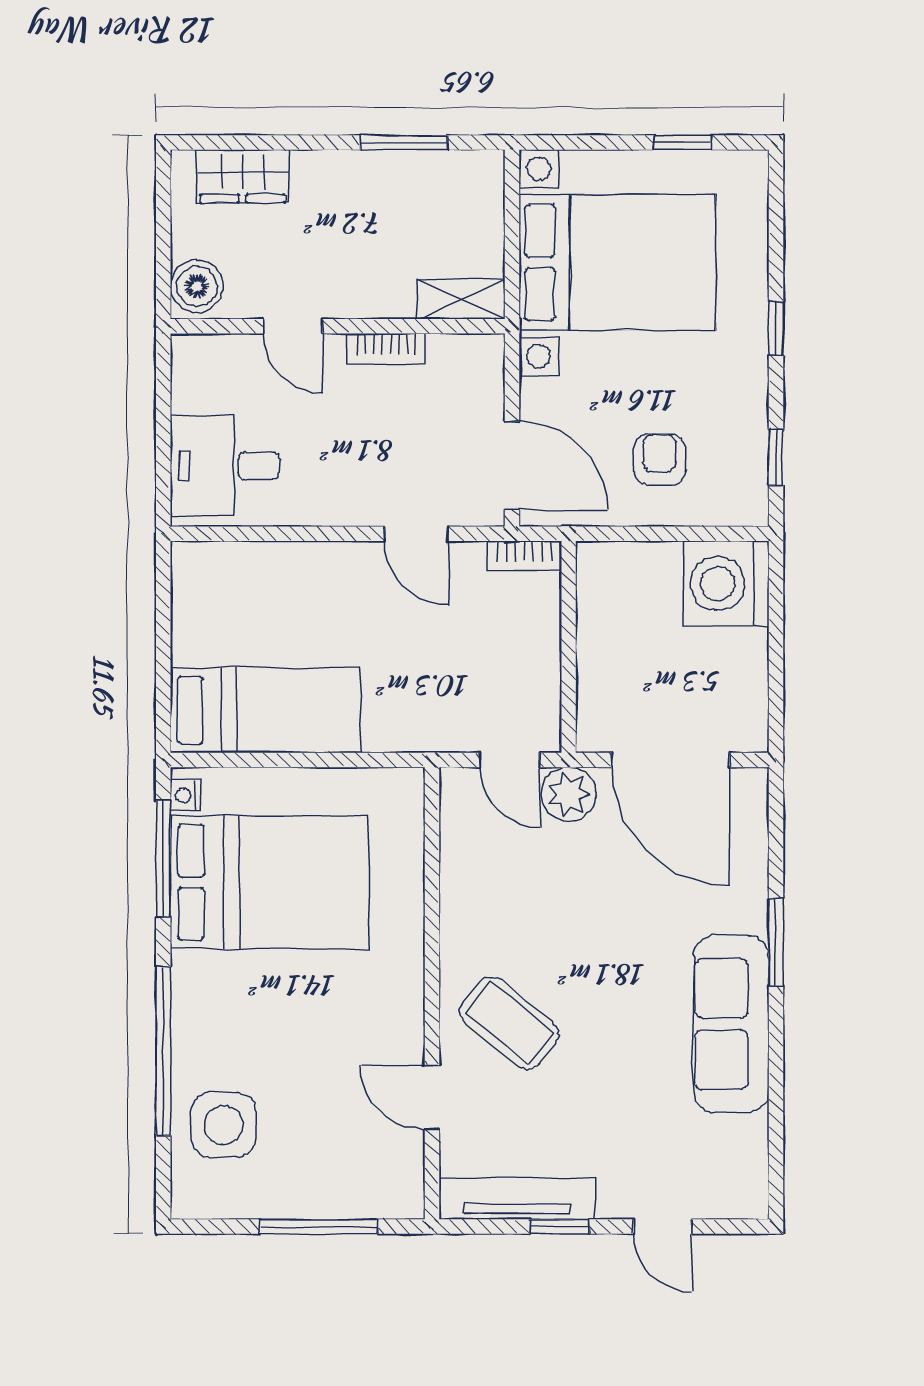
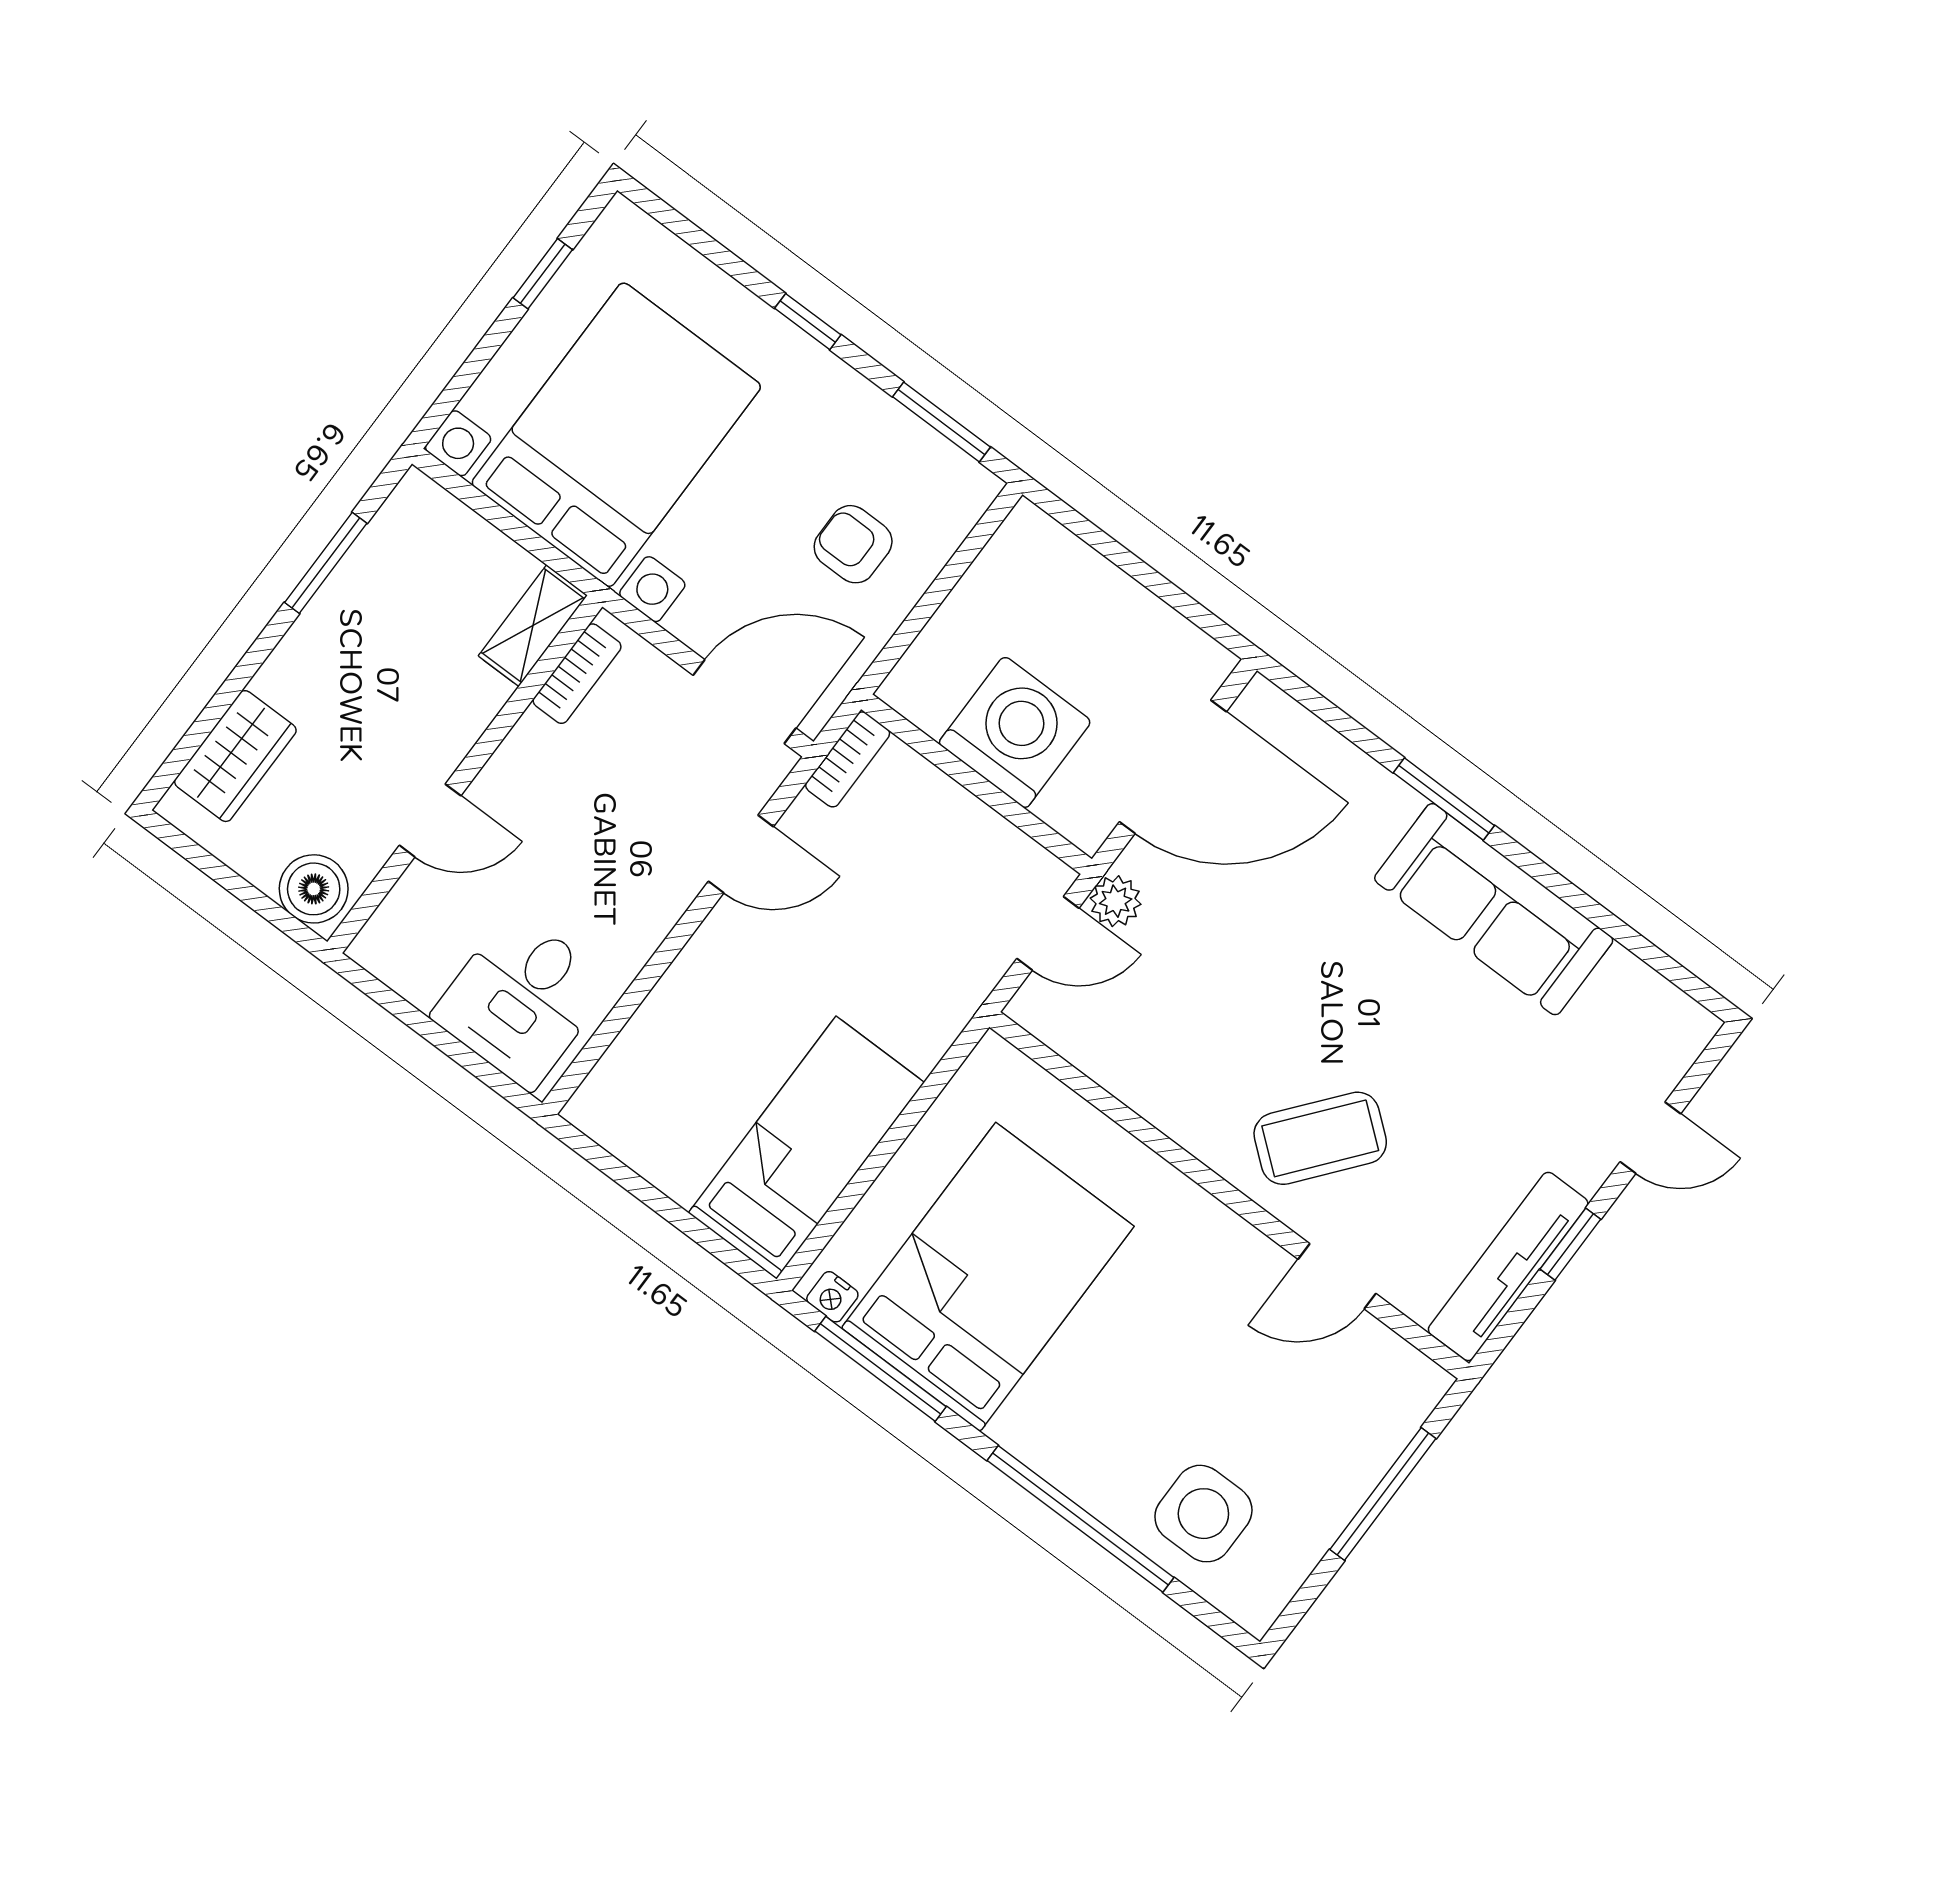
bookcase: (386, 349) -> (577, 674), moved
window: (776, 457) -> (942, 422), width x1.50
washing machine: (726, 584) -> (1015, 732), moved, turned 180
plant: (568, 794) -> (1116, 901), width x0.73, depth x0.73

